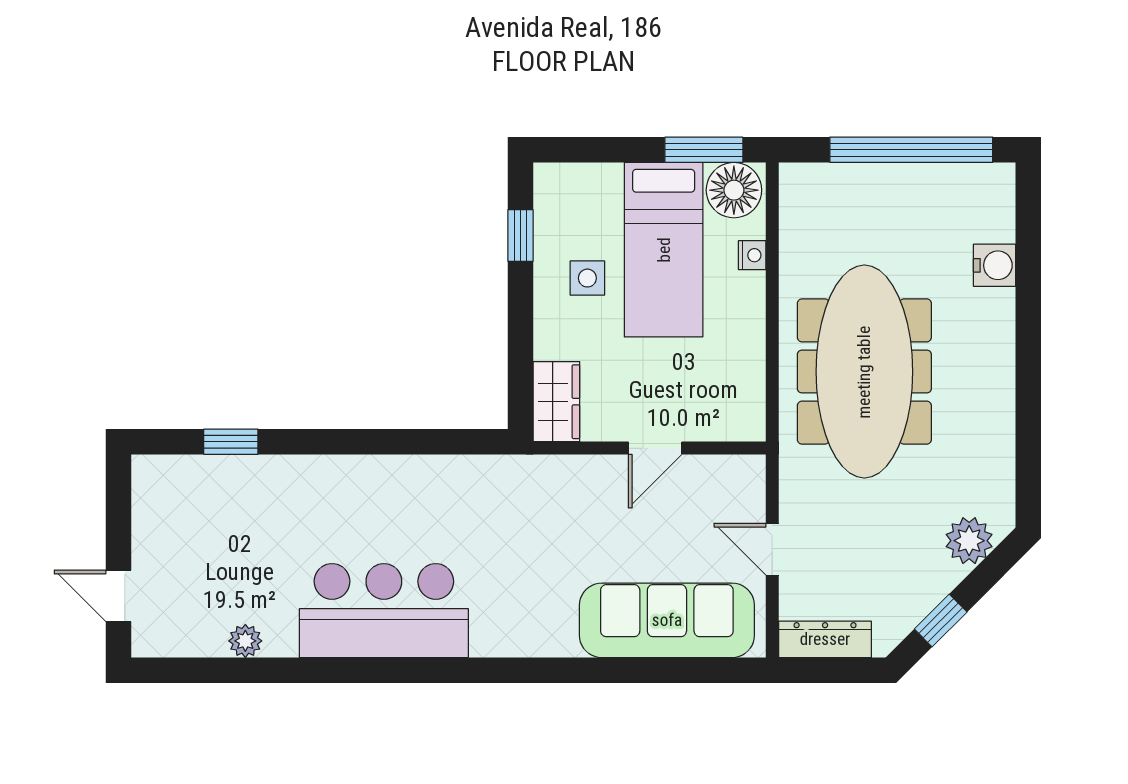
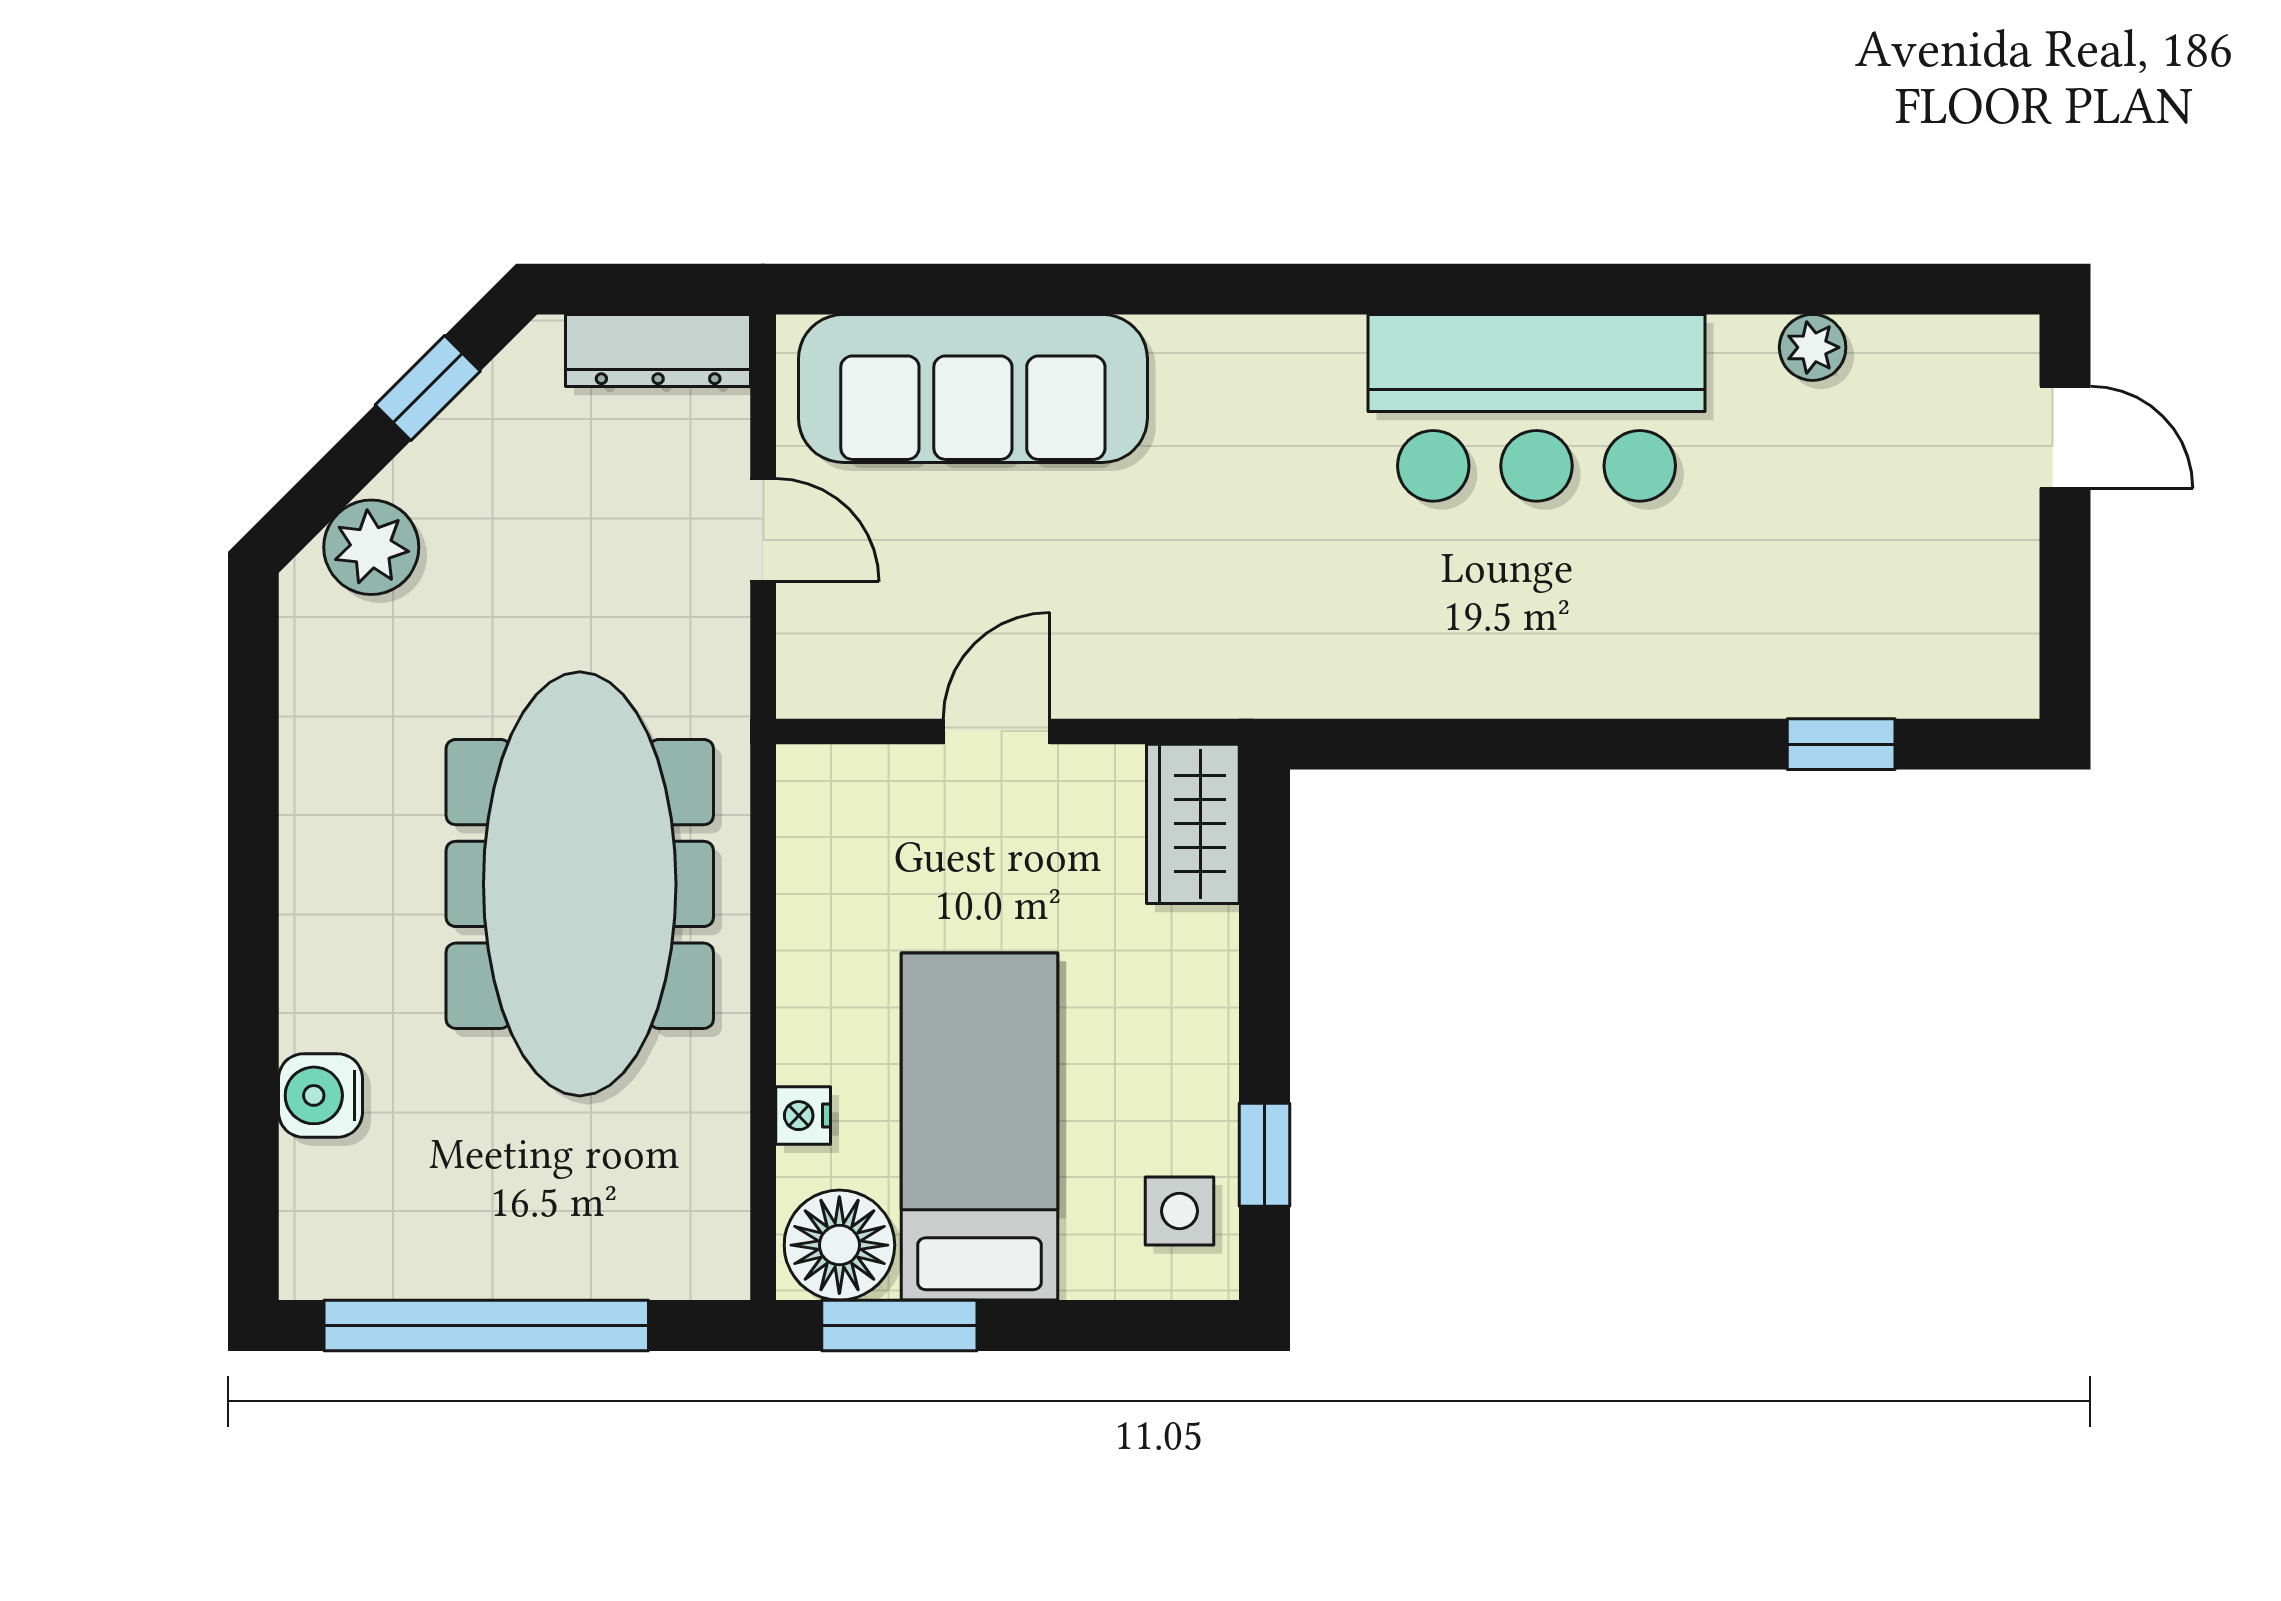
side table: (587, 278) -> (1179, 1211), moved

